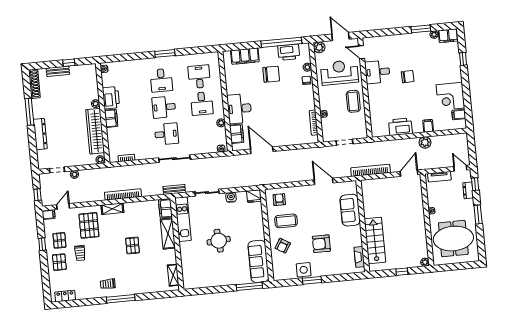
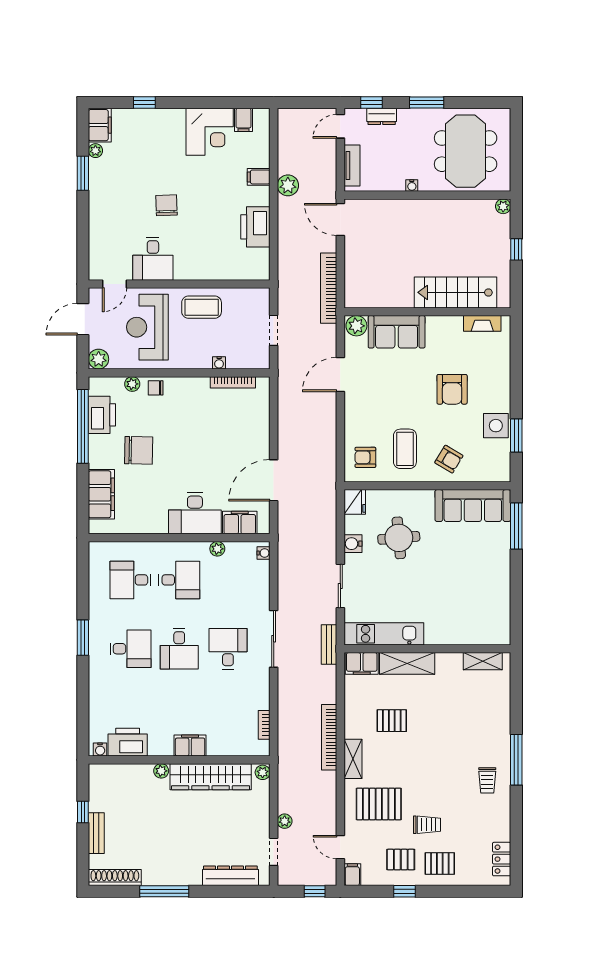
chair: (271, 74) -> (139, 450), turned 91
printer: (111, 98) -> (128, 742), moved
dresser: (40, 134) -> (230, 876), moved
plant: (351, 188) -> (356, 326), added
round table: (219, 241) -> (399, 538), moved
pallet: (133, 245) -> (392, 721), moved
window: (312, 280) -> (516, 436), moved

